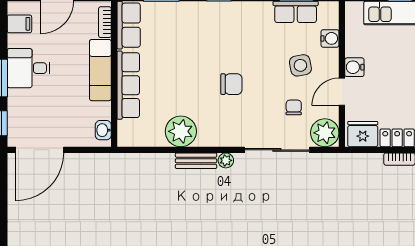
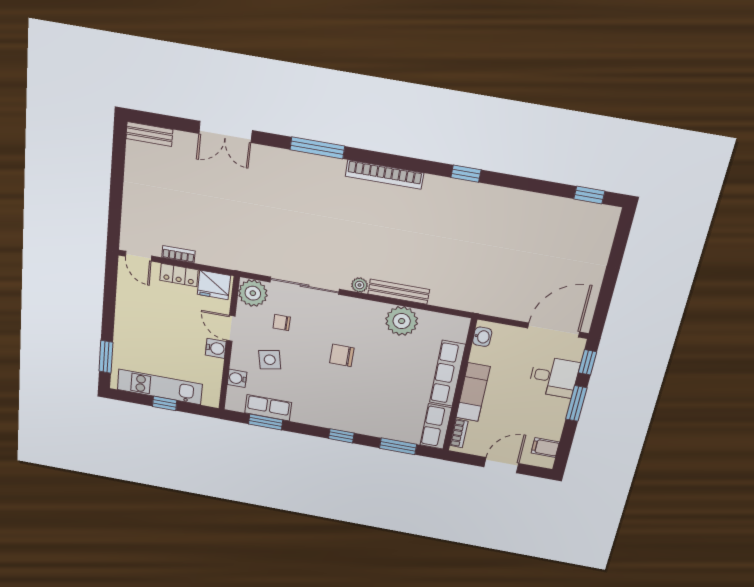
desk: (28, 68) -> (554, 377), moved
door: (342, 92) -> (231, 328), swing flipped
chair: (294, 107) -> (282, 323), turned 90
bench: (196, 161) -> (399, 292), width x1.36

